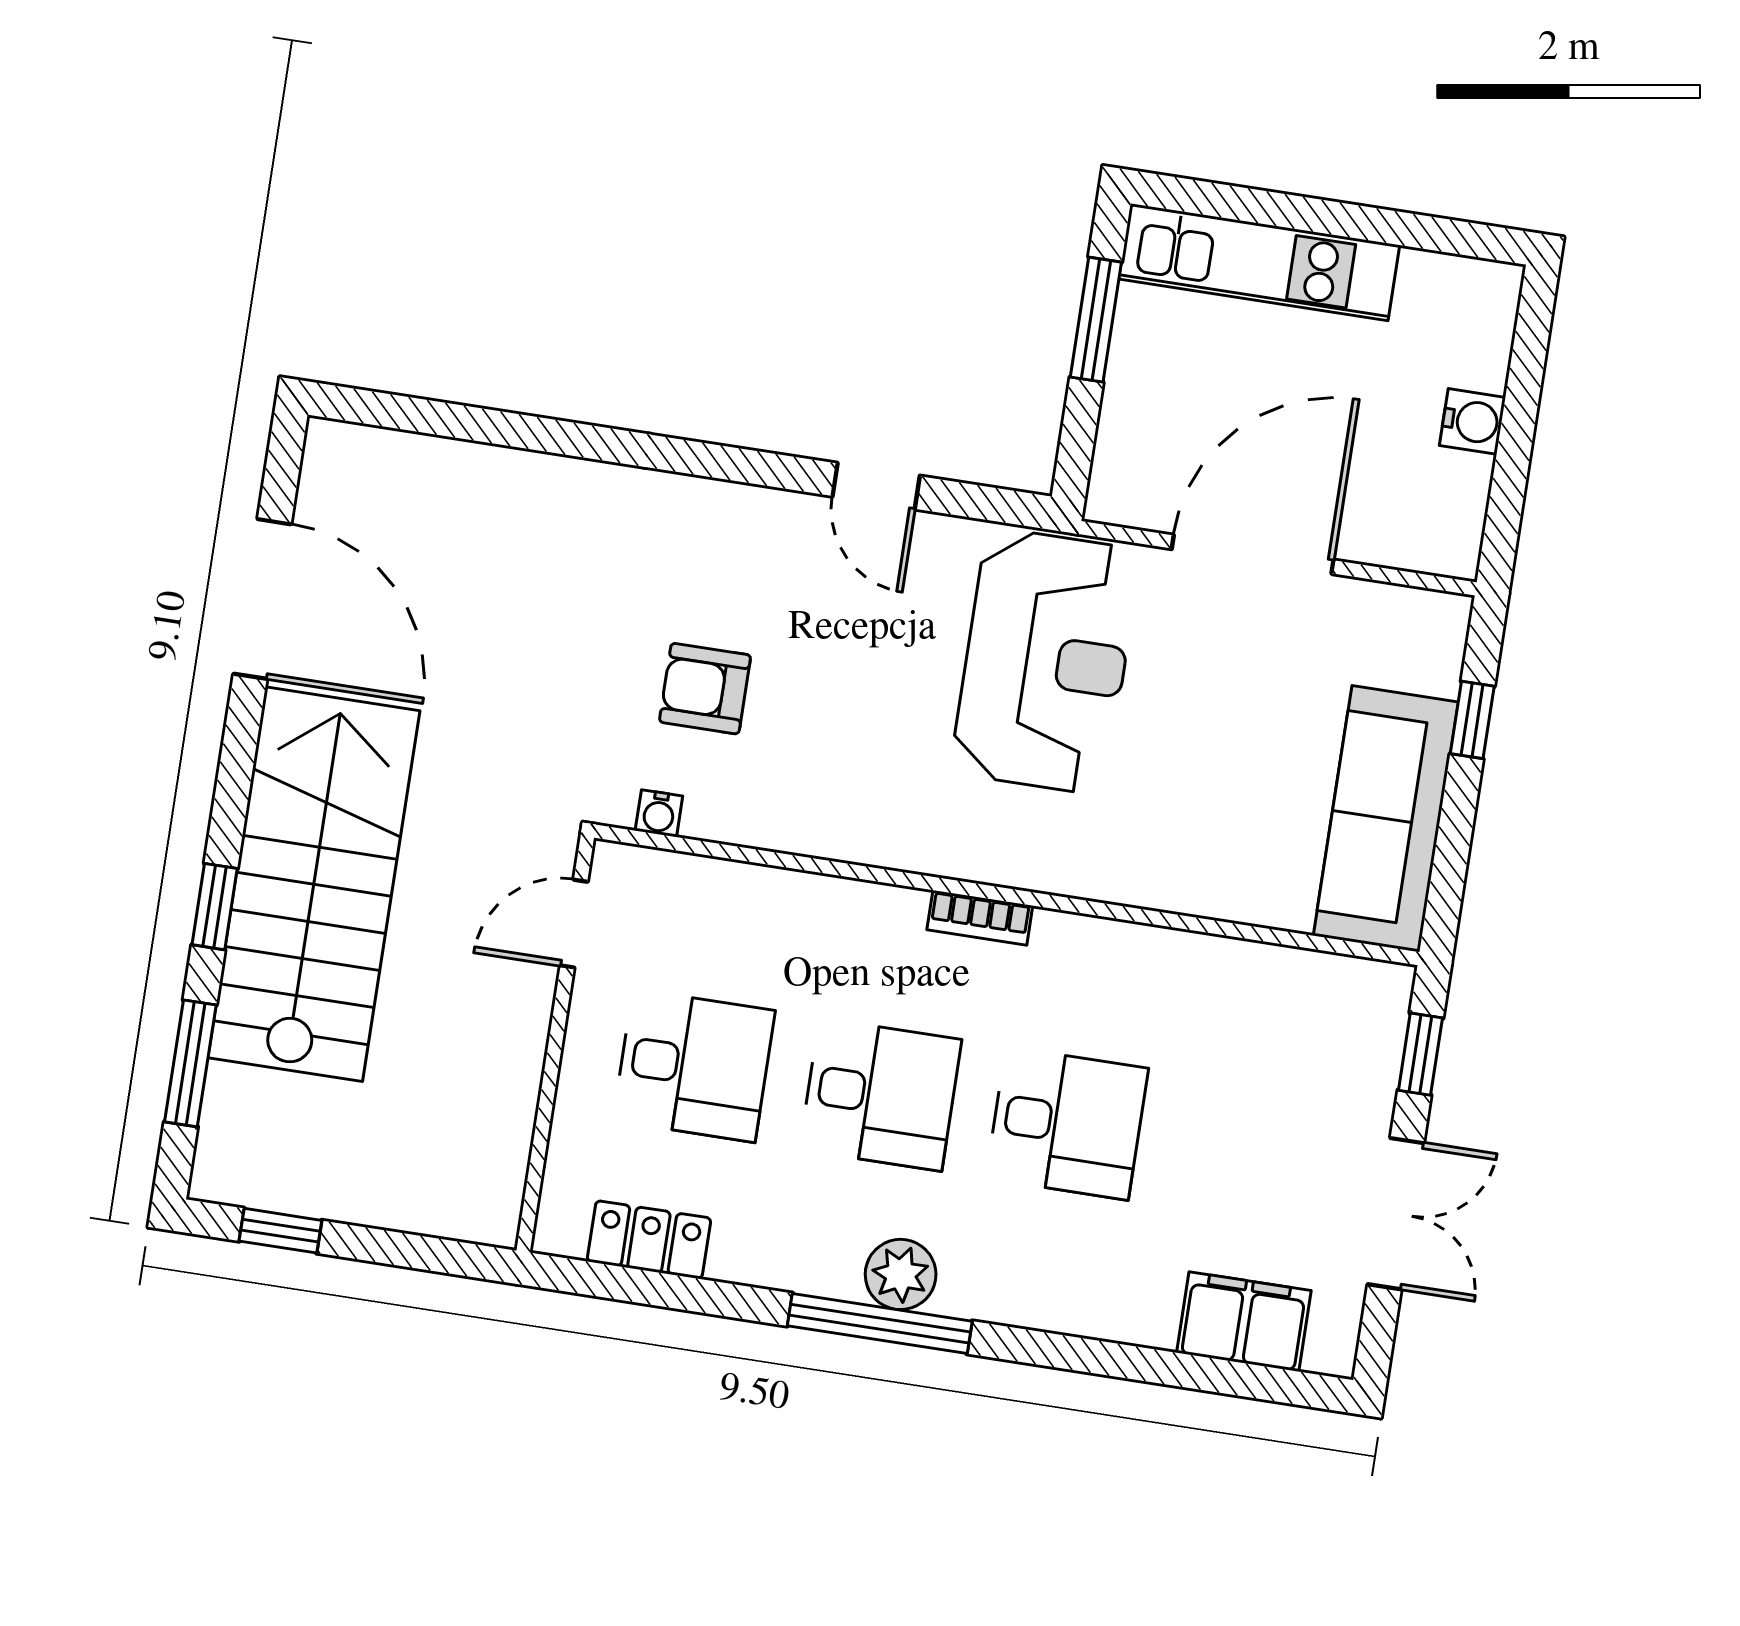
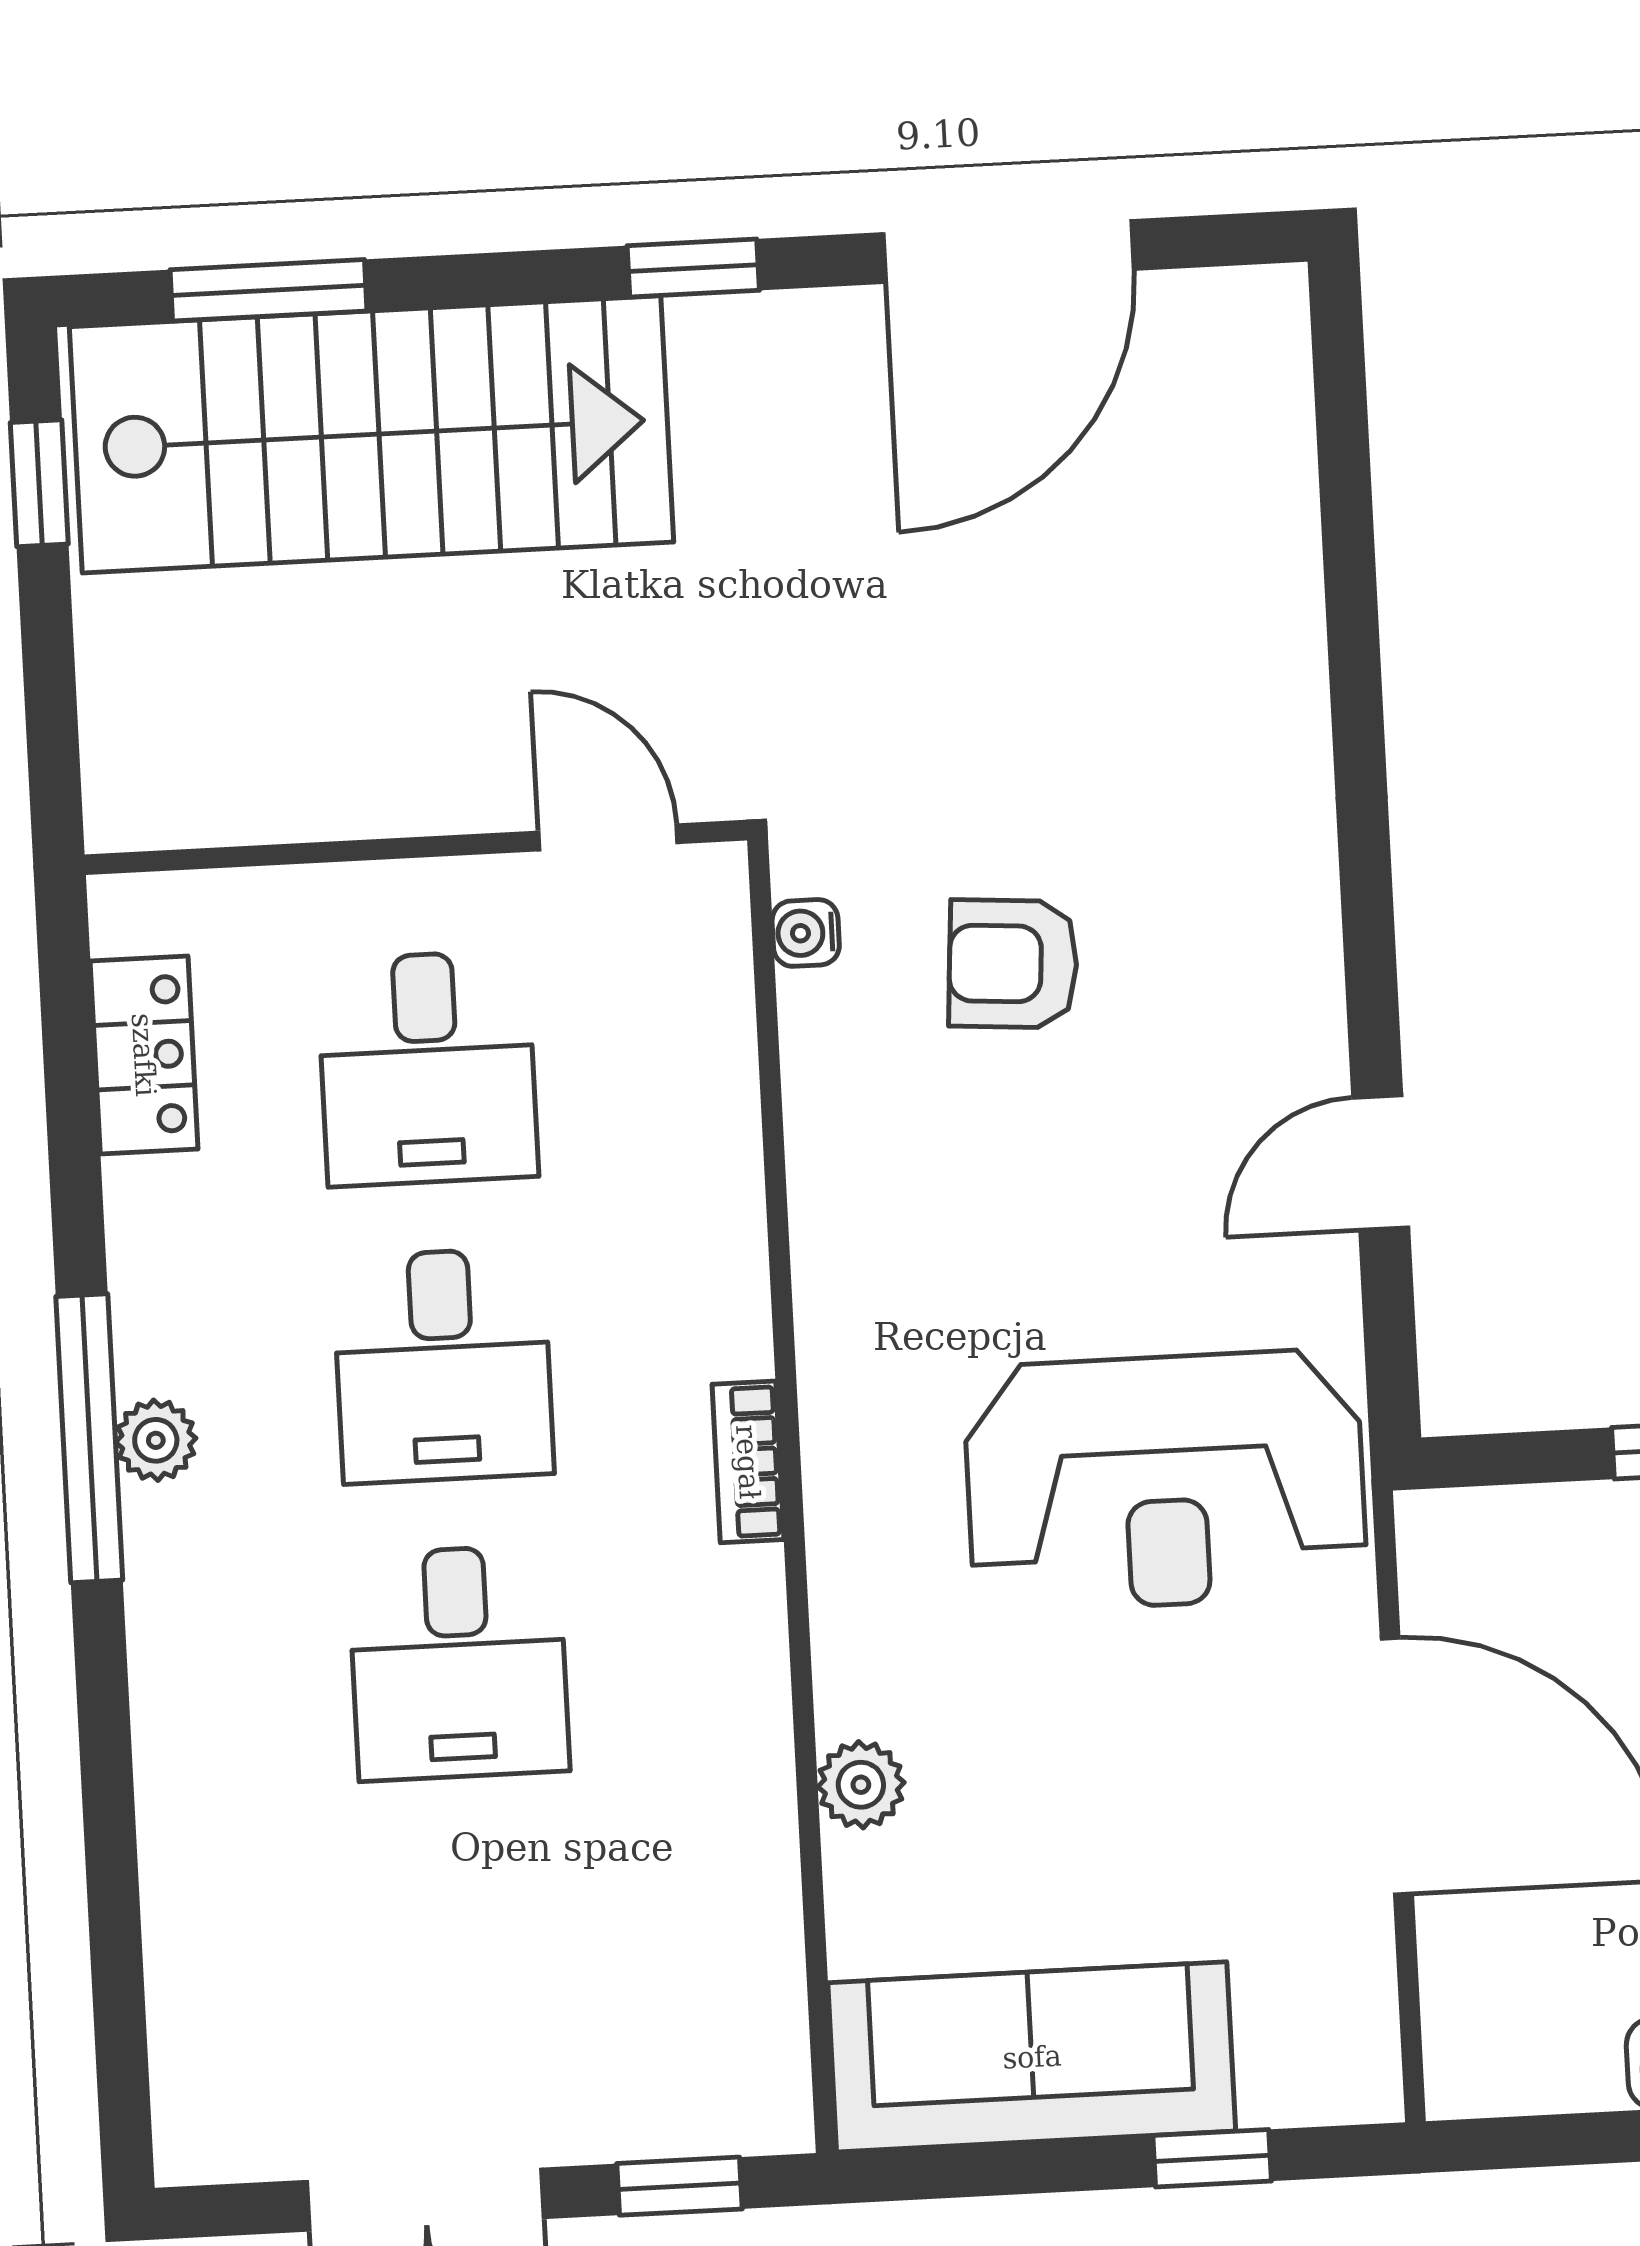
armchair: (705, 689) -> (1013, 964), turned -86
stairs: (314, 884) -> (371, 434), moved
plant: (1195, 889) -> (861, 1785), added
window: (215, 907) -> (693, 268), moved
plant: (901, 1274) -> (156, 1440), width x0.73, depth x0.73
filing cabinet: (1244, 1322) -> (210, 2000), removed

